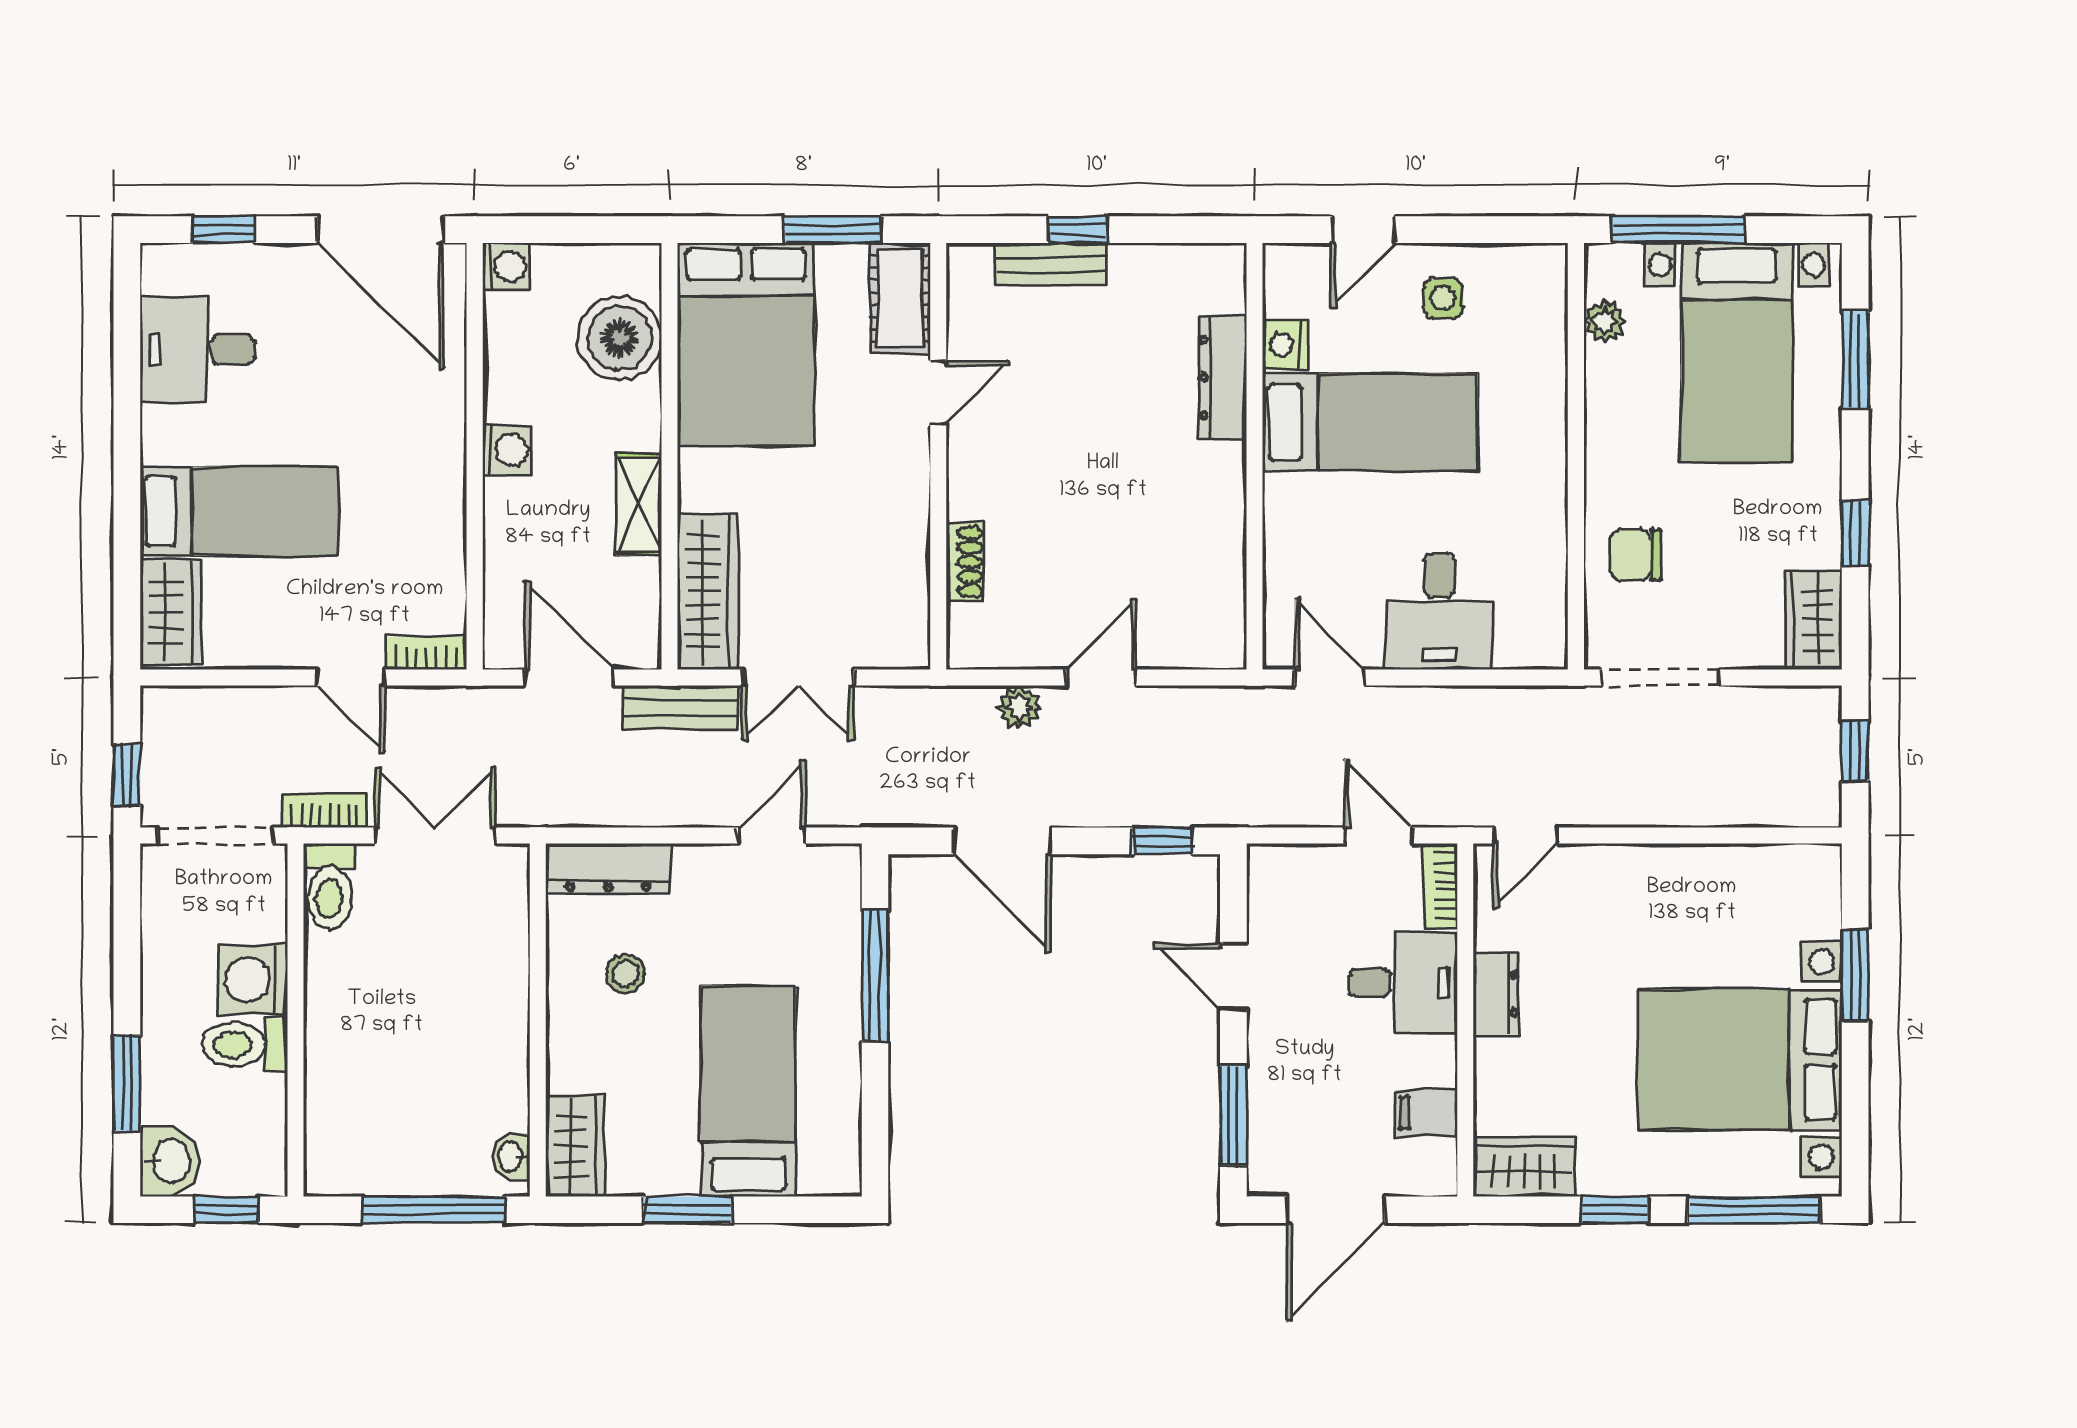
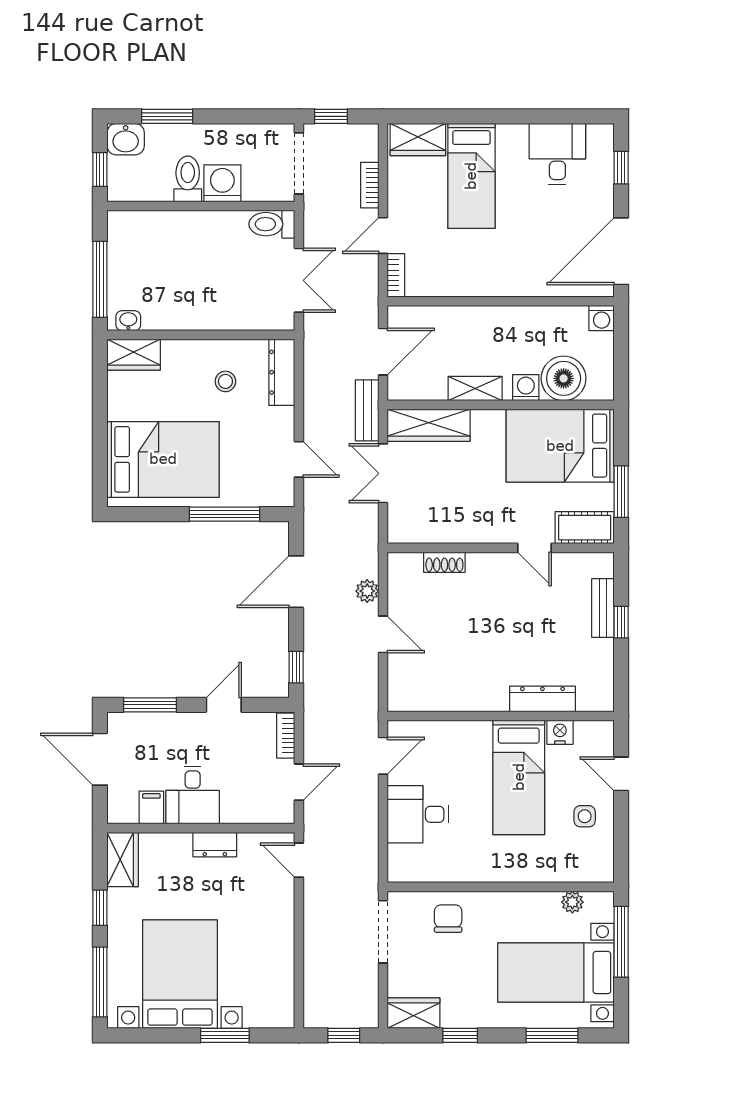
washing machine: (507, 450) -> (526, 388), moved, turned 180
bookcase: (325, 811) -> (370, 185), moved, turned 180
bookcase: (1440, 886) -> (286, 736), moved, turned -90
desk: (1403, 983) -> (193, 795), moved
bed: (748, 1091) -> (163, 459), width x1.50
window: (688, 1210) -> (100, 415), removed

